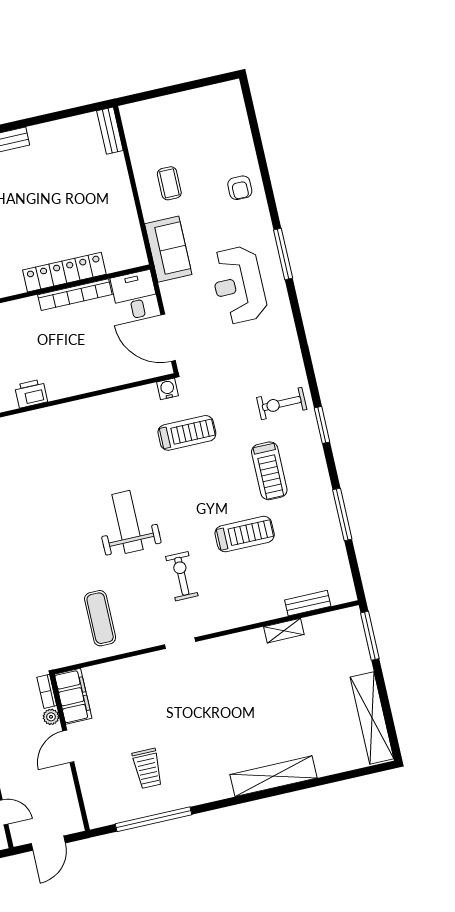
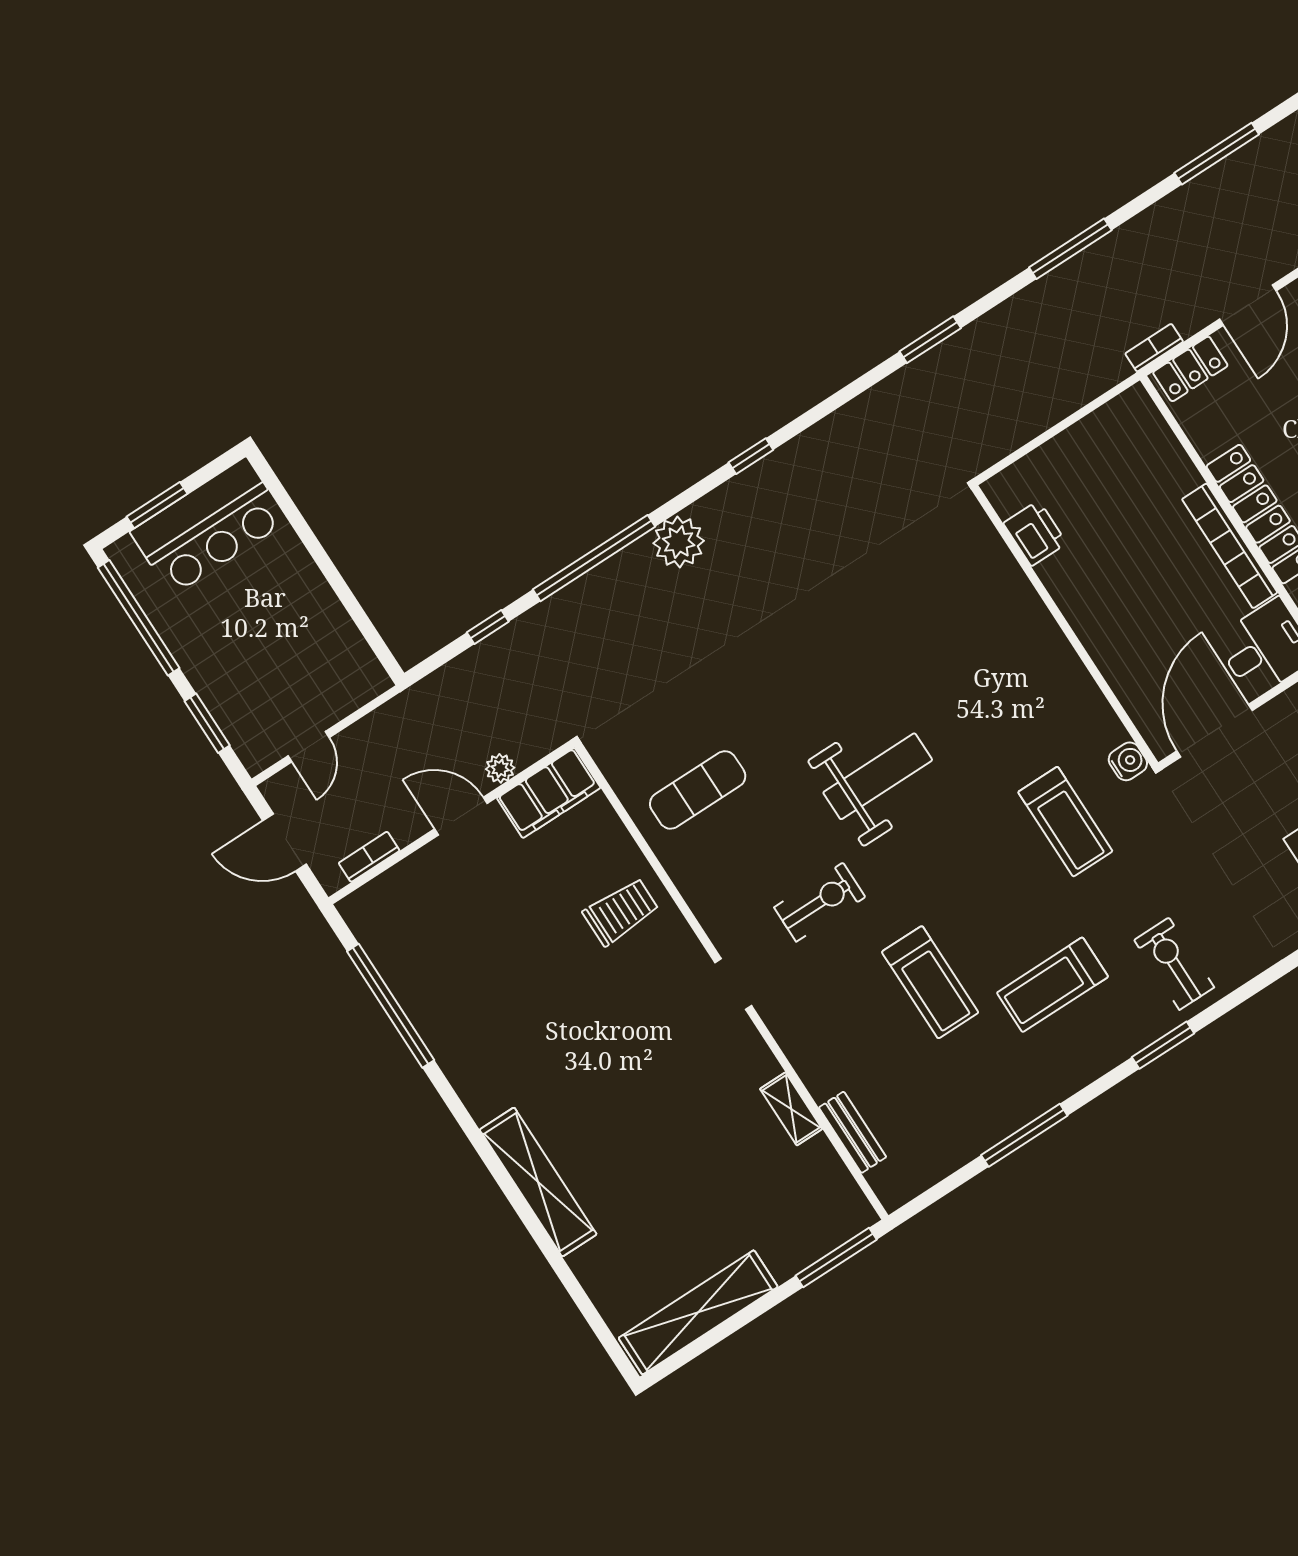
doorway: (180, 643) -> (733, 984), moved
bookcase: (47, 691) -> (369, 857), moved
trolley: (147, 768) -> (621, 912), moved, turned 180

